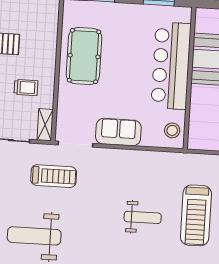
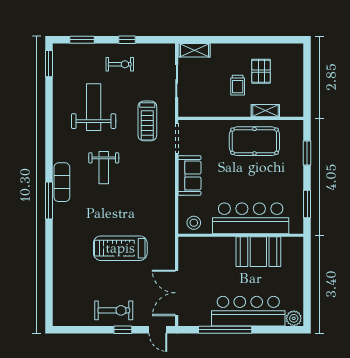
trolley: (26, 87) -> (238, 85), moved
shelving: (45, 125) -> (265, 111), moved
weight bench: (143, 217) -> (104, 168), moved

